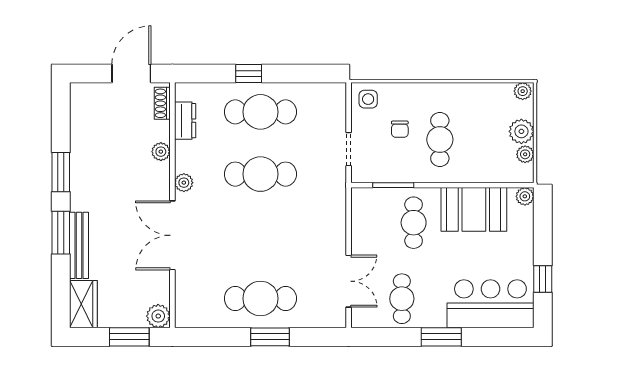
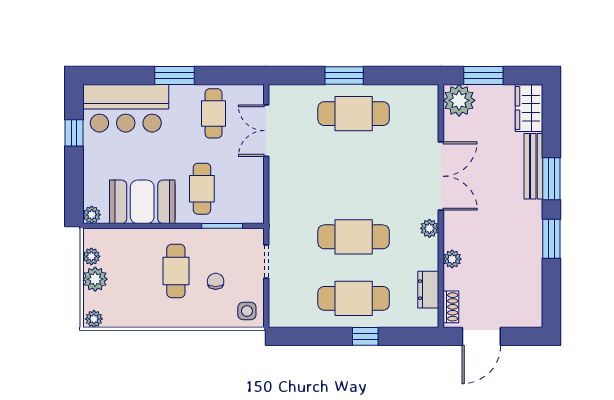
plant: (158, 316) -> (459, 100), width x1.36, depth x1.36

